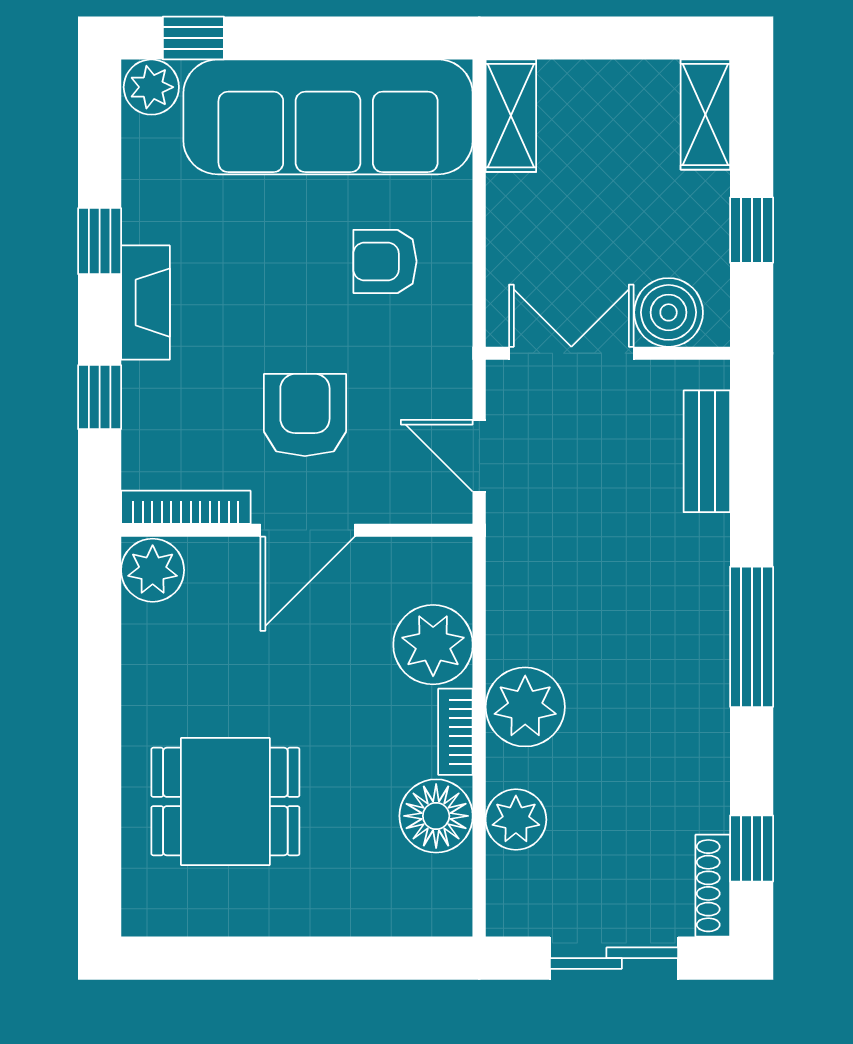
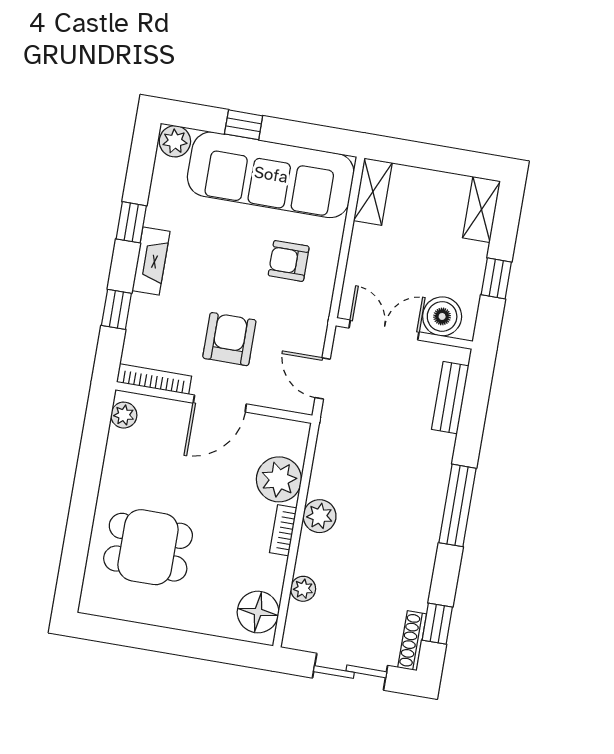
window: (193, 38) -> (244, 125), moved
plant: (153, 570) -> (124, 415), width x0.73, depth x0.73
plant: (525, 707) -> (320, 516), width x0.73, depth x0.73
floor lamp: (436, 816) -> (258, 612), moved
plant: (516, 820) -> (303, 589), width x0.73, depth x0.73

